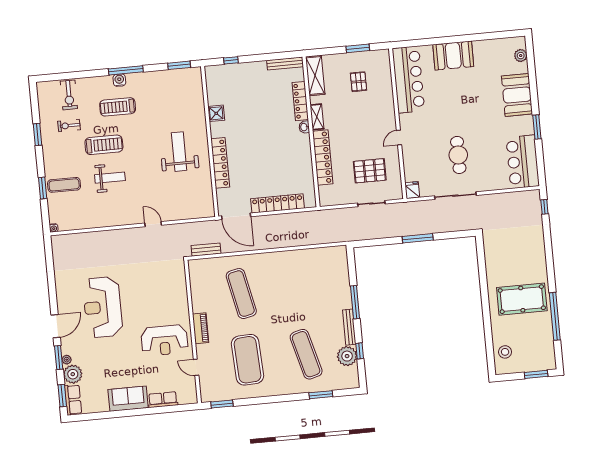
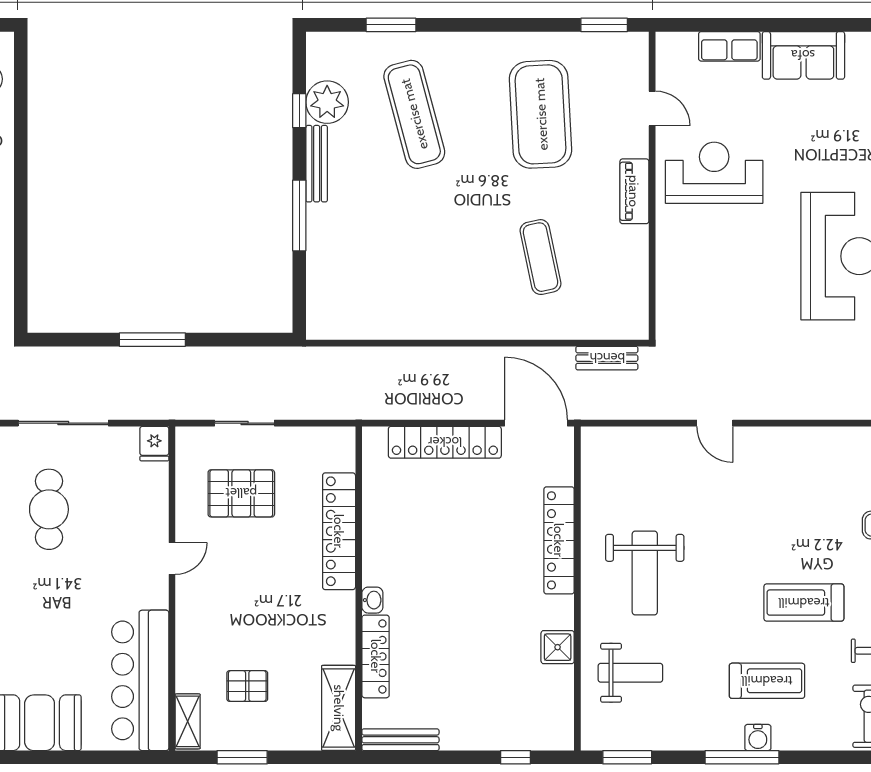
pallet: (359, 82) -> (247, 686), turned 90
shelving: (317, 117) -> (188, 721), moved
weight bench: (110, 178) -> (630, 673), moved, turned 180
exercise mat: (241, 294) -> (541, 257), width x0.73, depth x0.69

